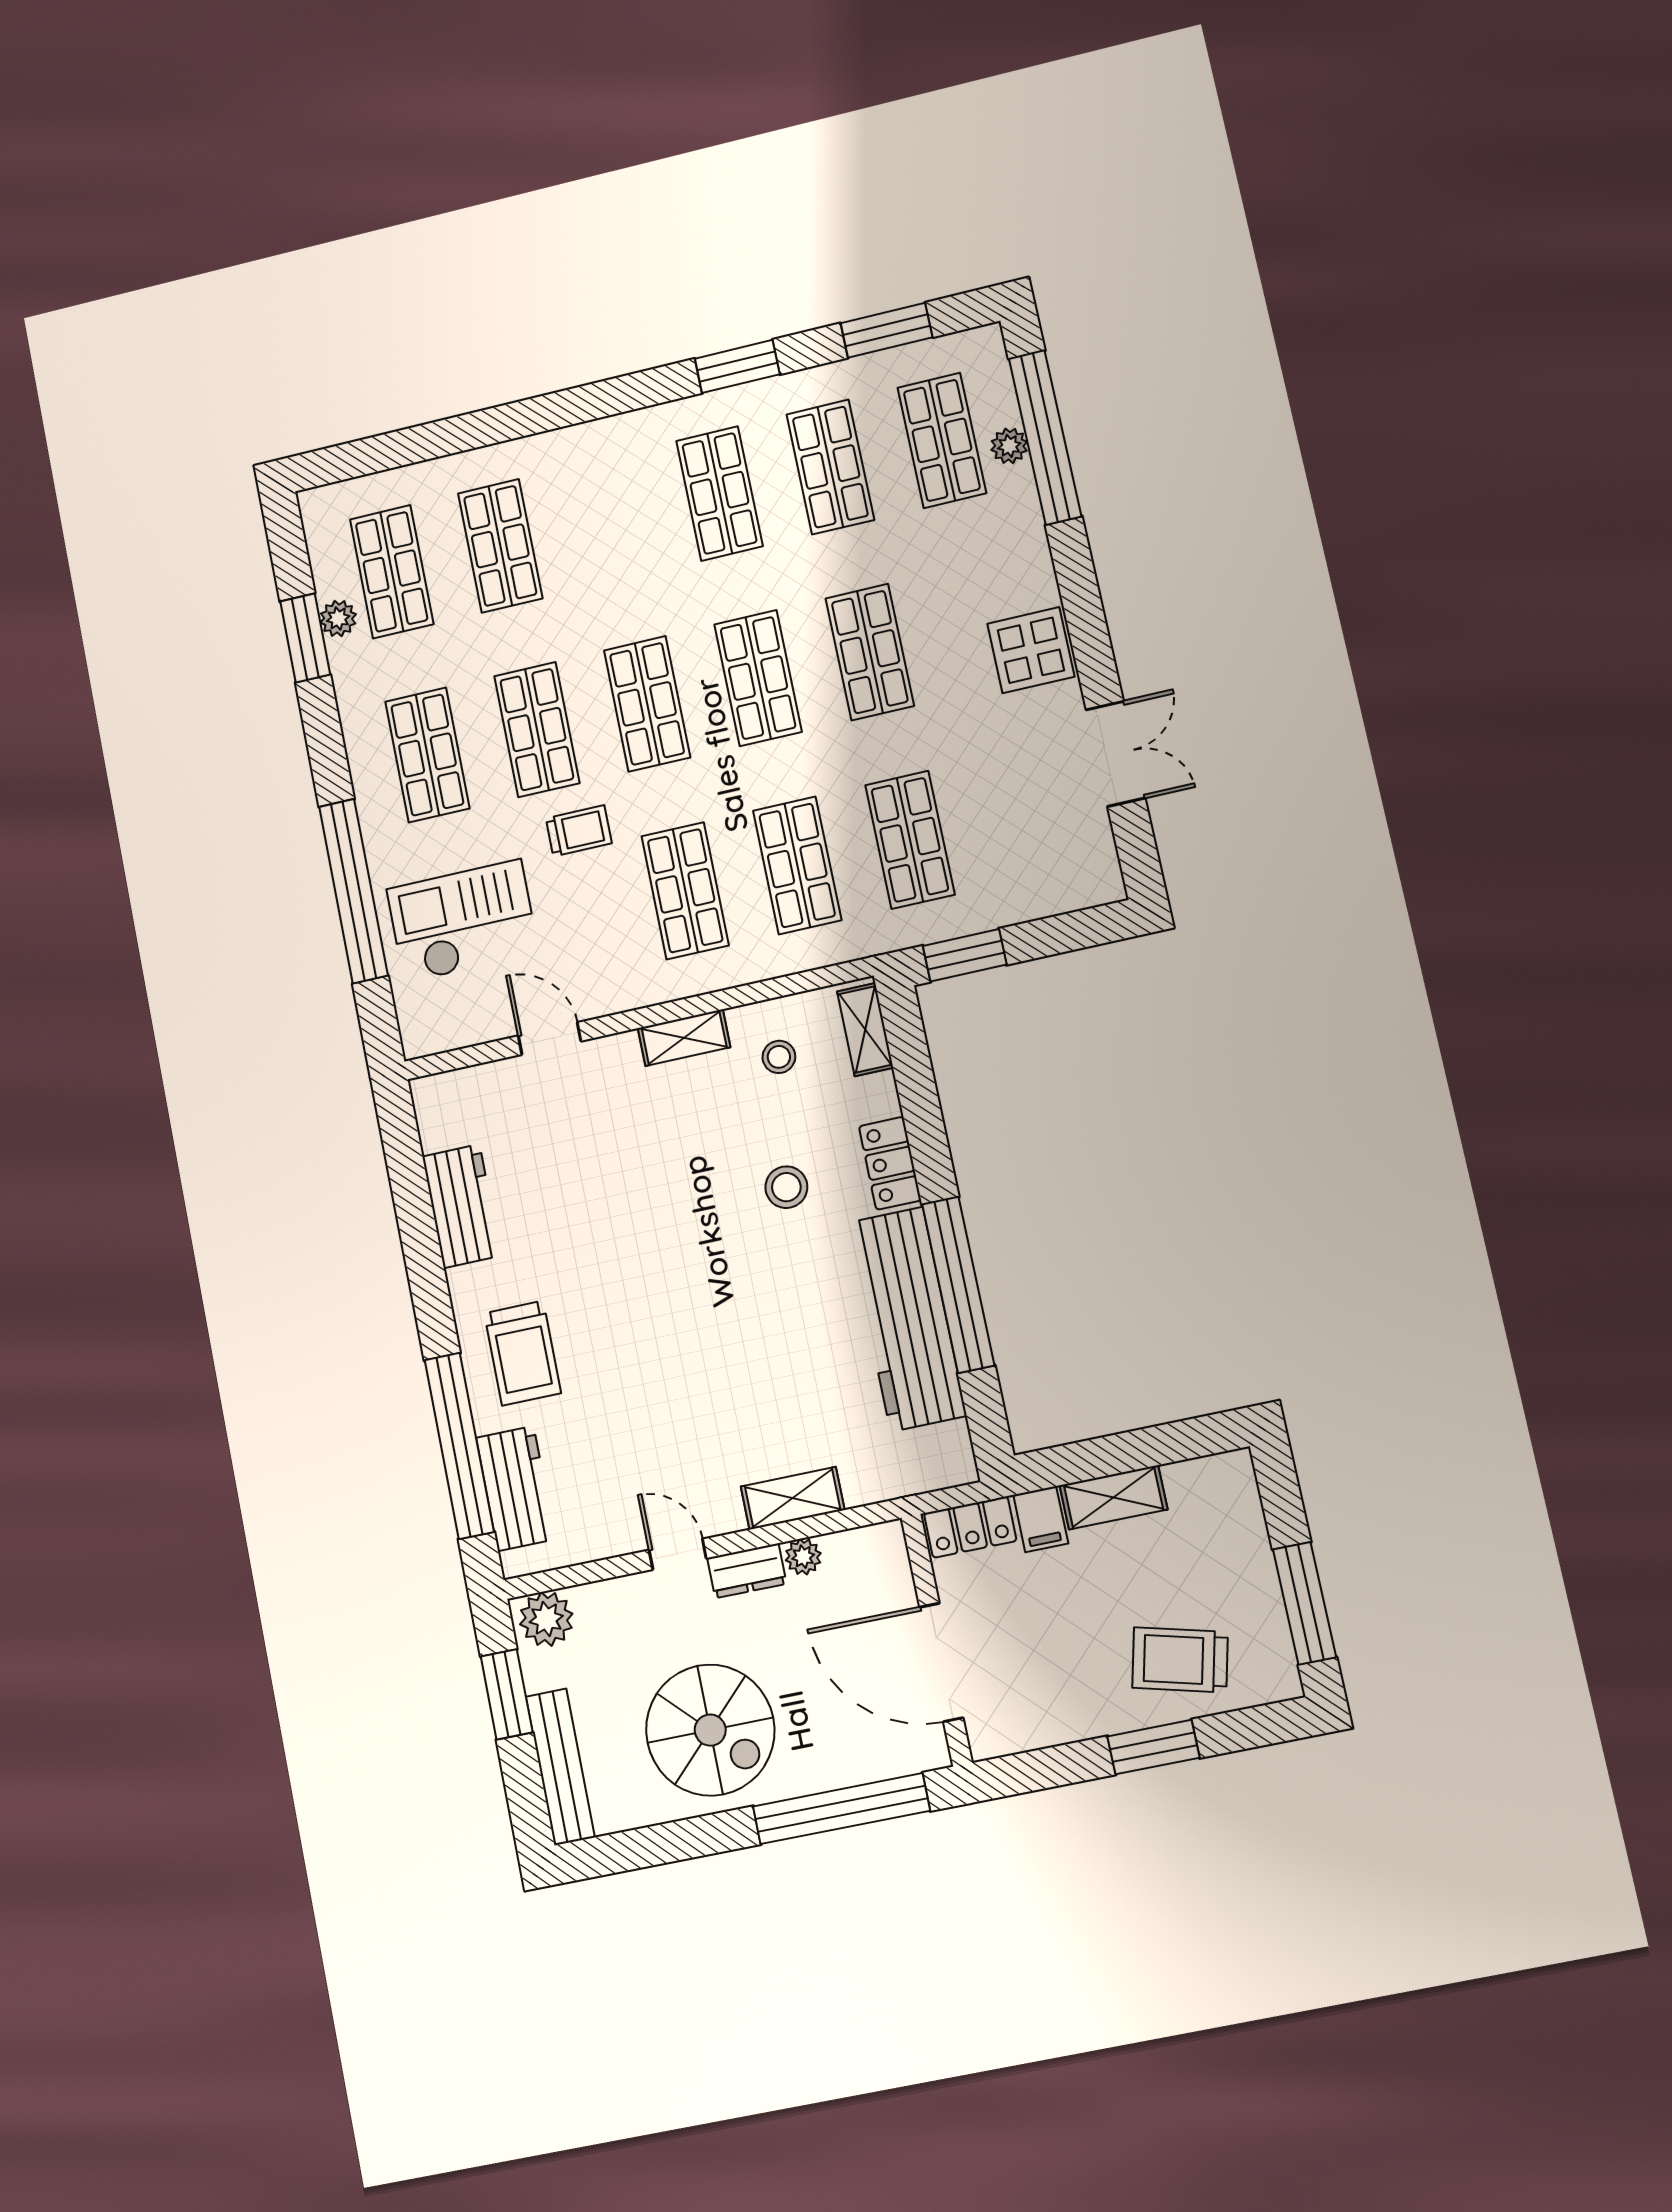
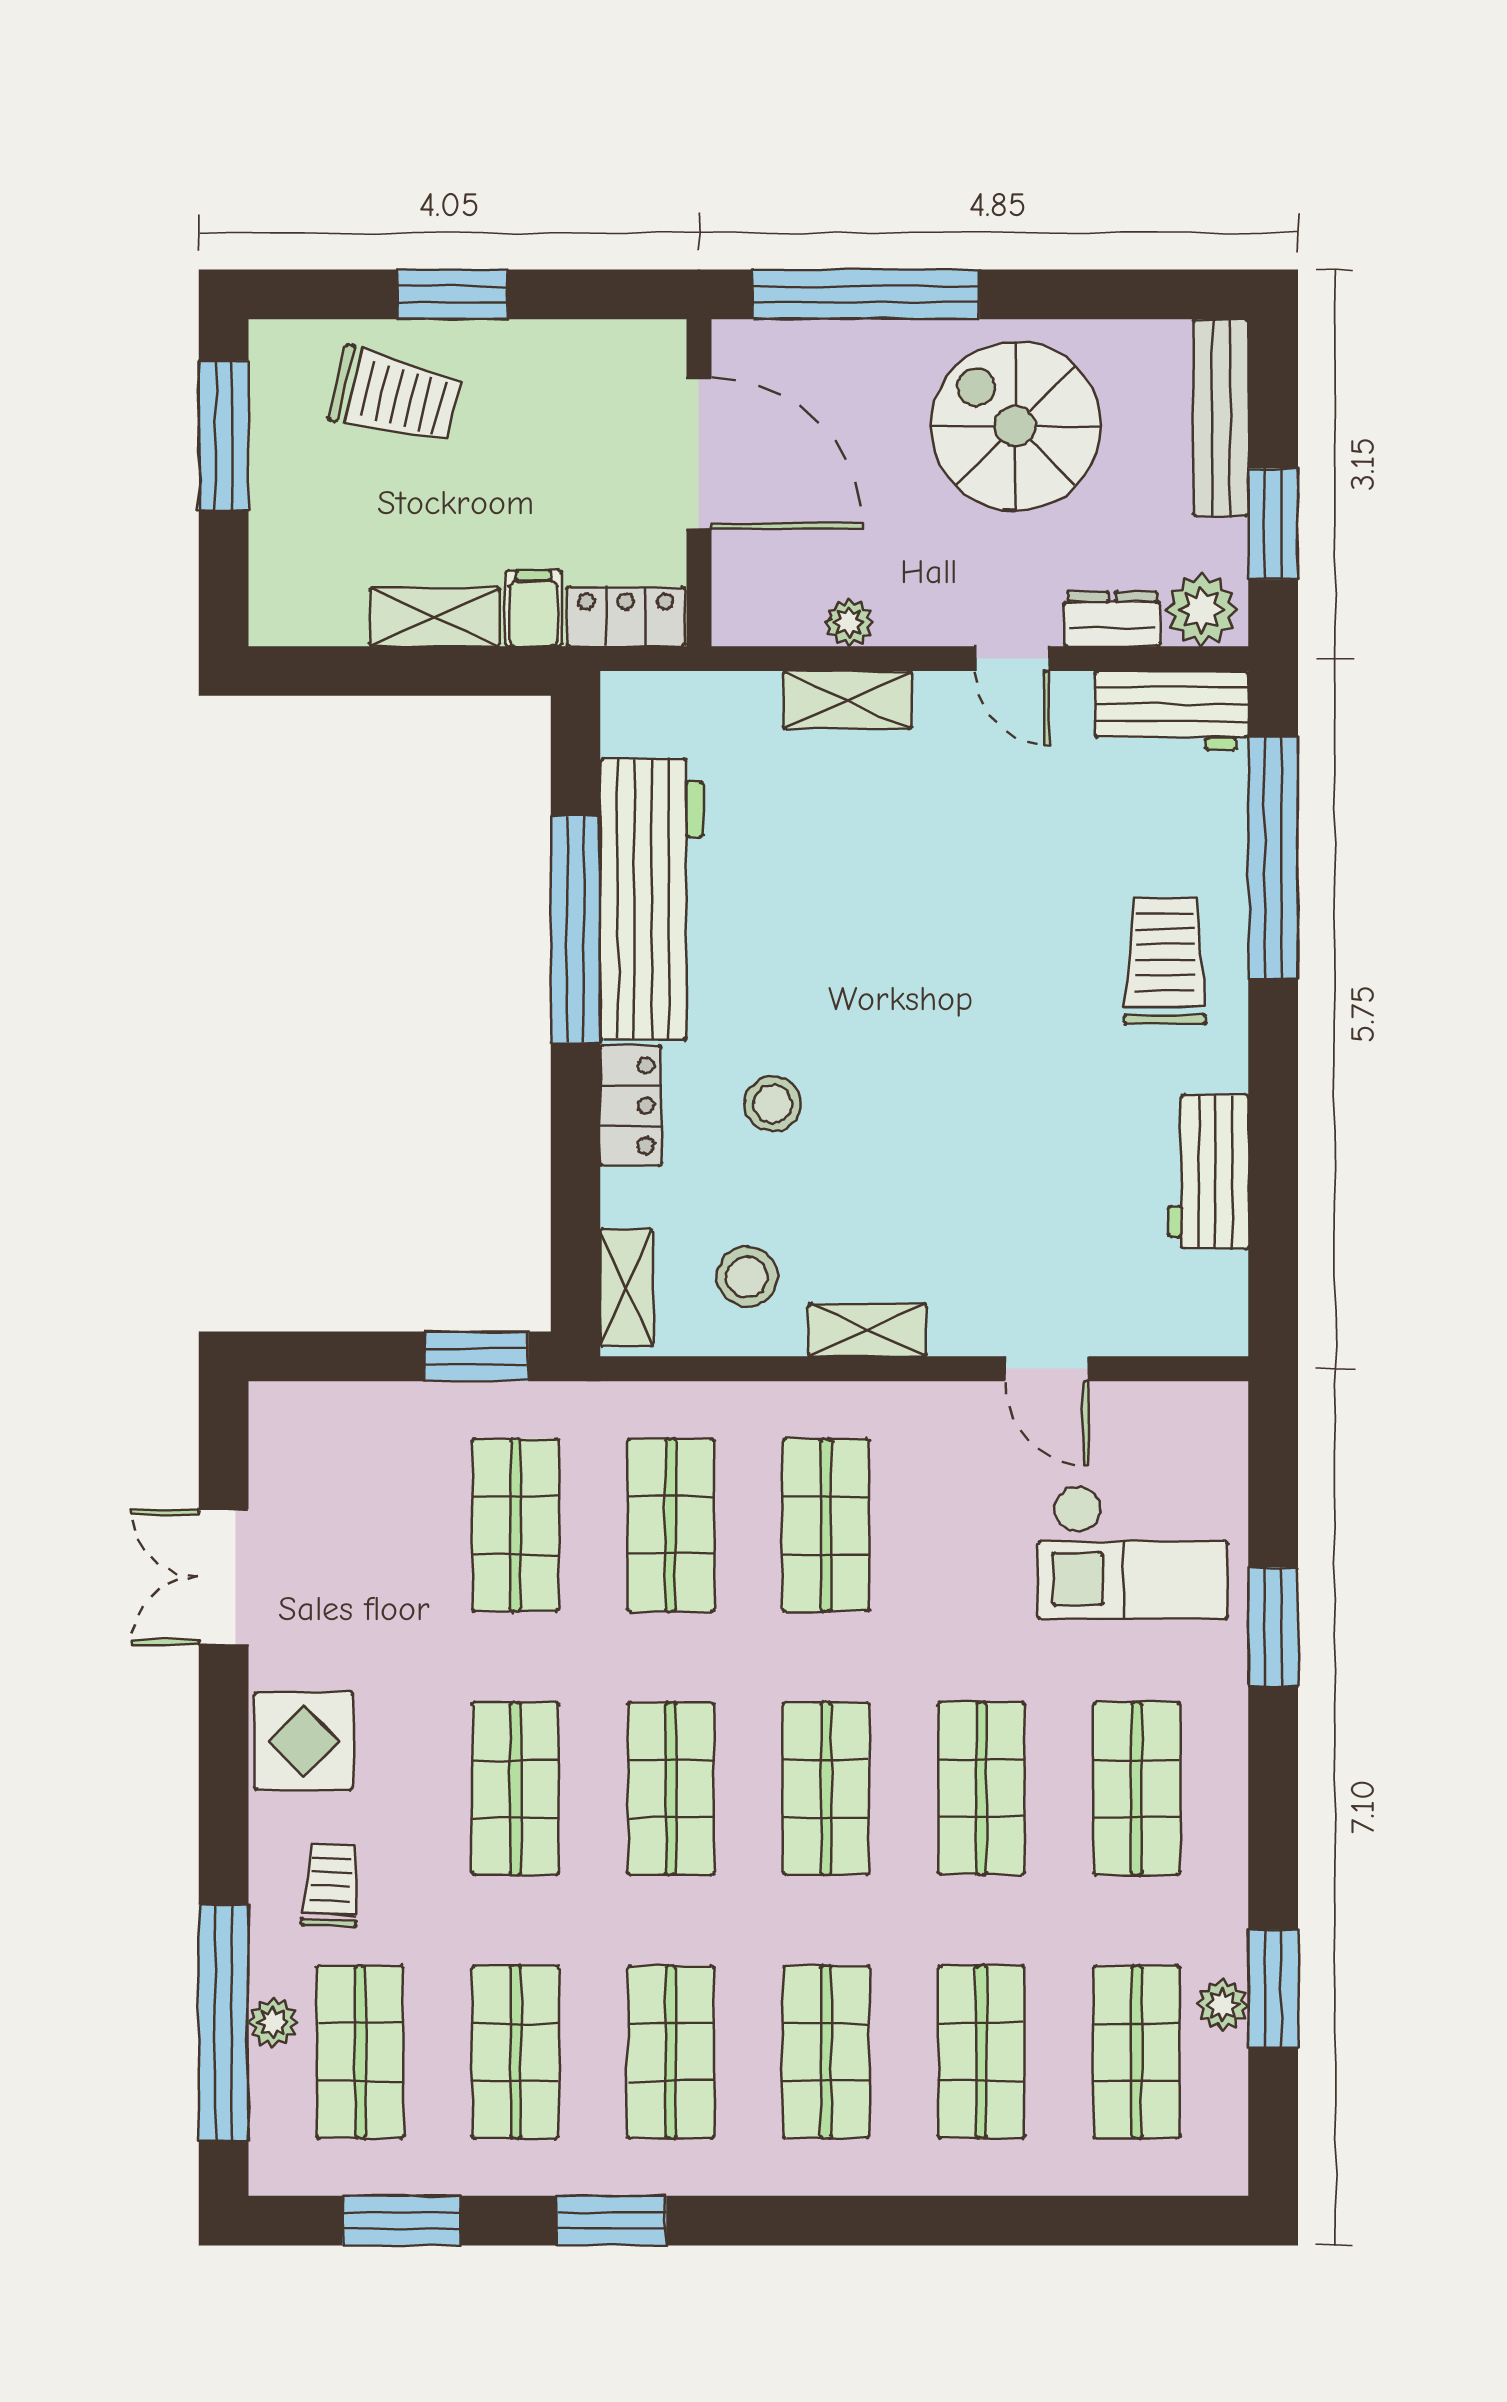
shop shelf: (609, 520) -> (826, 2052), added
trolley: (579, 831) -> (331, 1885), moved, turned 93
window: (353, 891) -> (1273, 1627), width x0.47
stool: (779, 1057) -> (747, 1277), width x1.37, depth x1.37
workbench: (516, 1488) -> (1172, 711), moved, turned -90
dresser: (747, 1571) -> (1112, 619), moved

